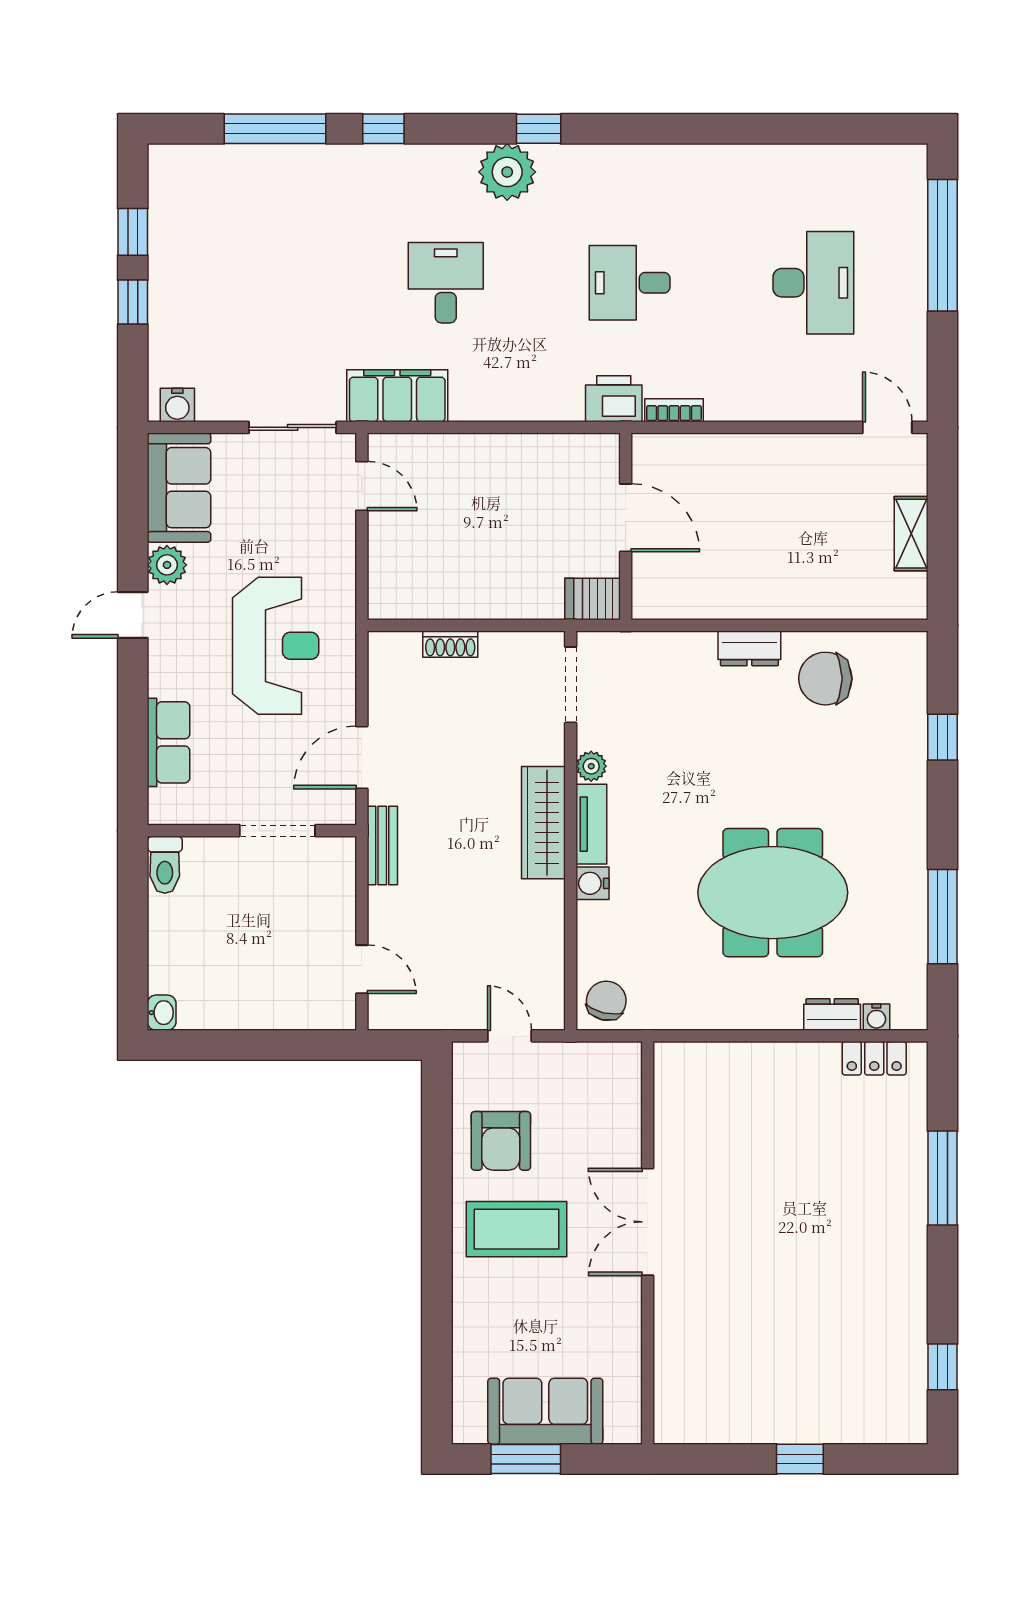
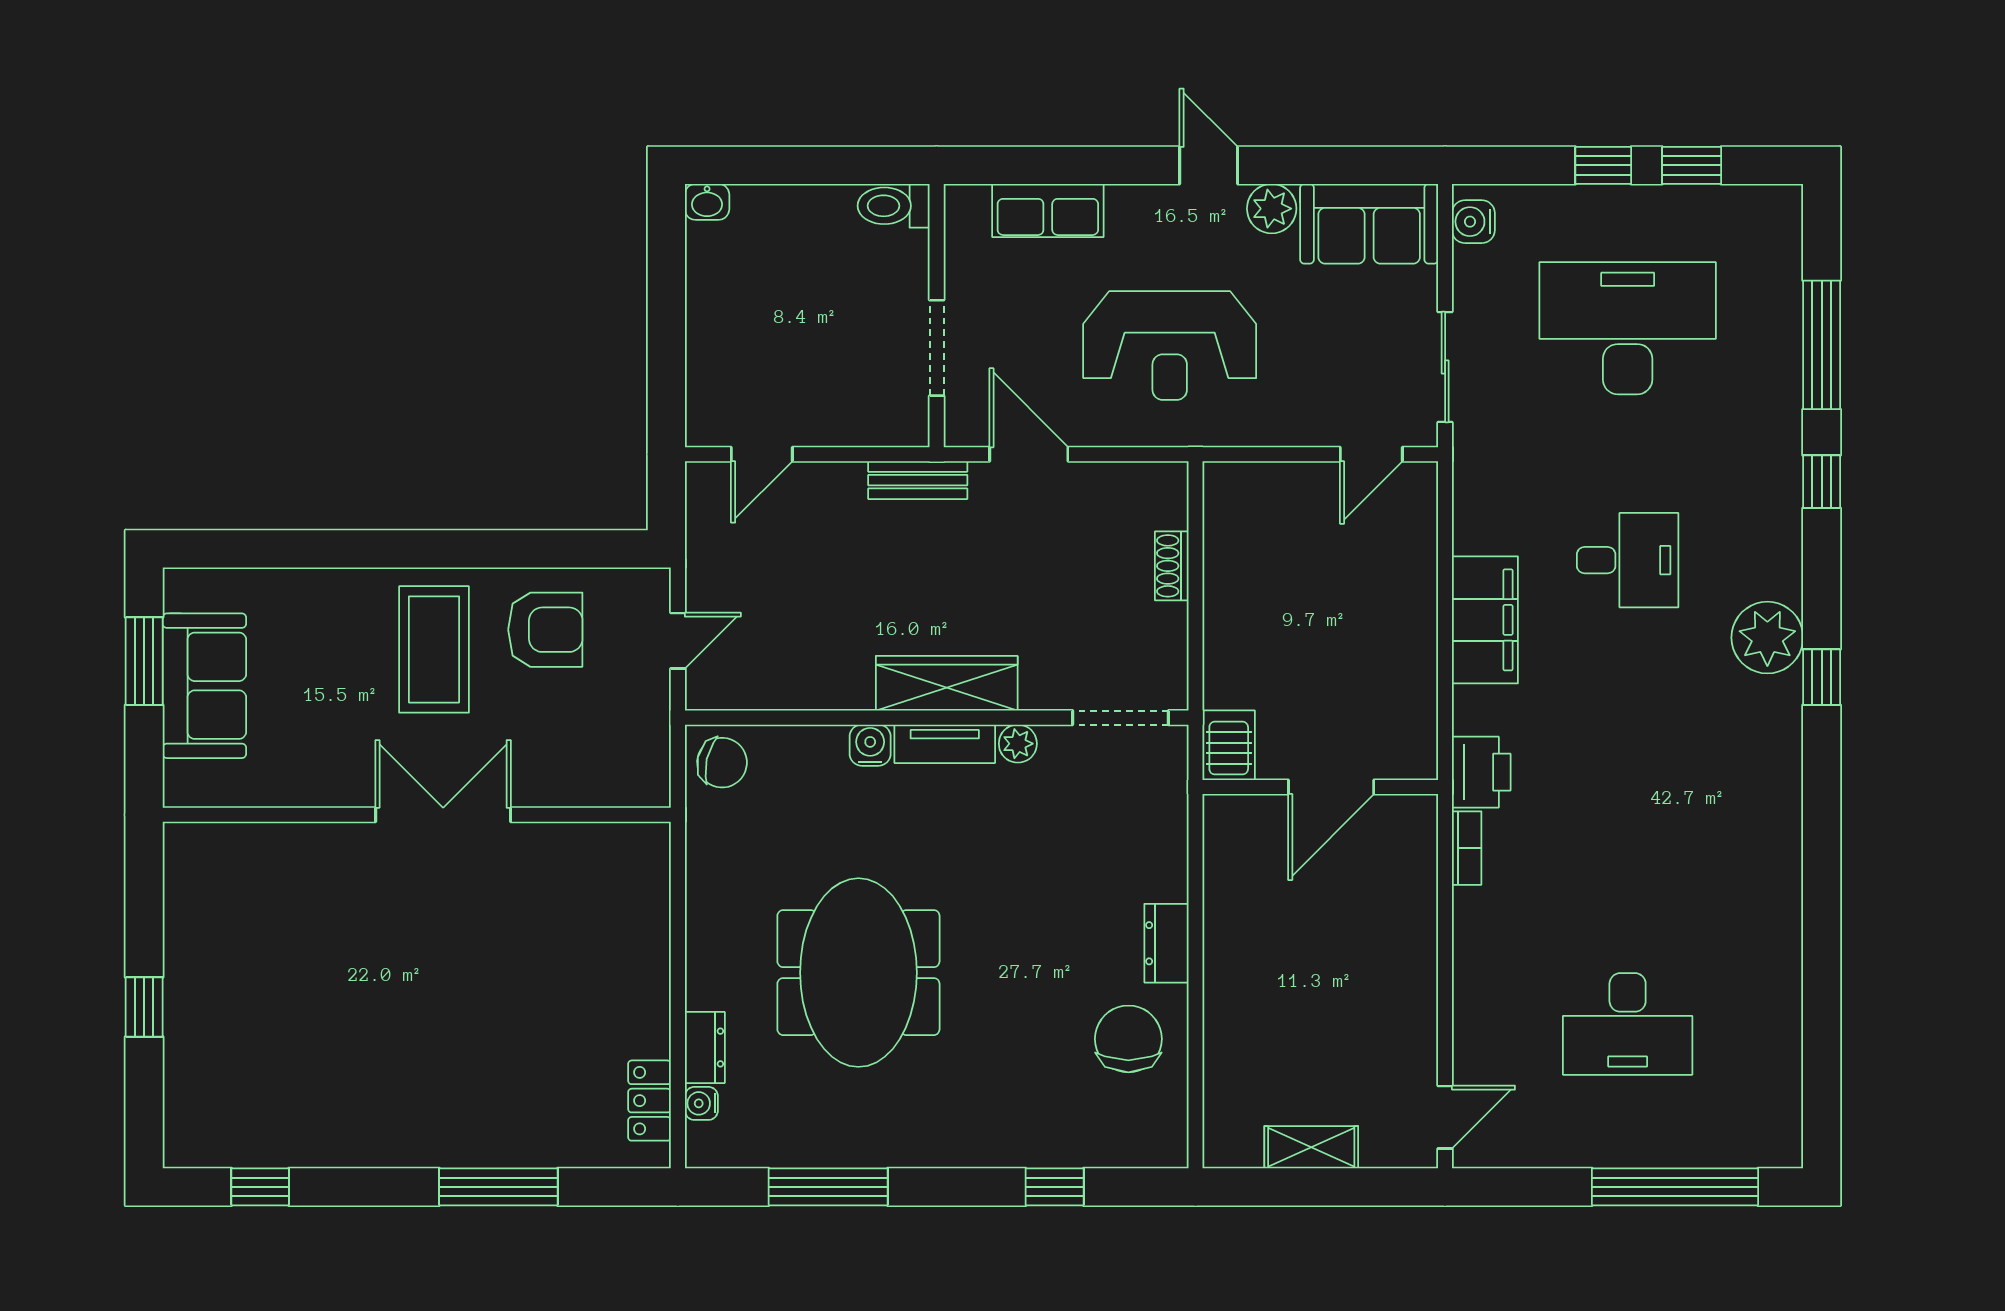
desk: (630, 283) -> (1628, 328), moved, width x1.87, depth x1.30
filing cabinet: (397, 396) -> (1485, 620), moved
armchair: (501, 1141) -> (545, 630), turned 180

